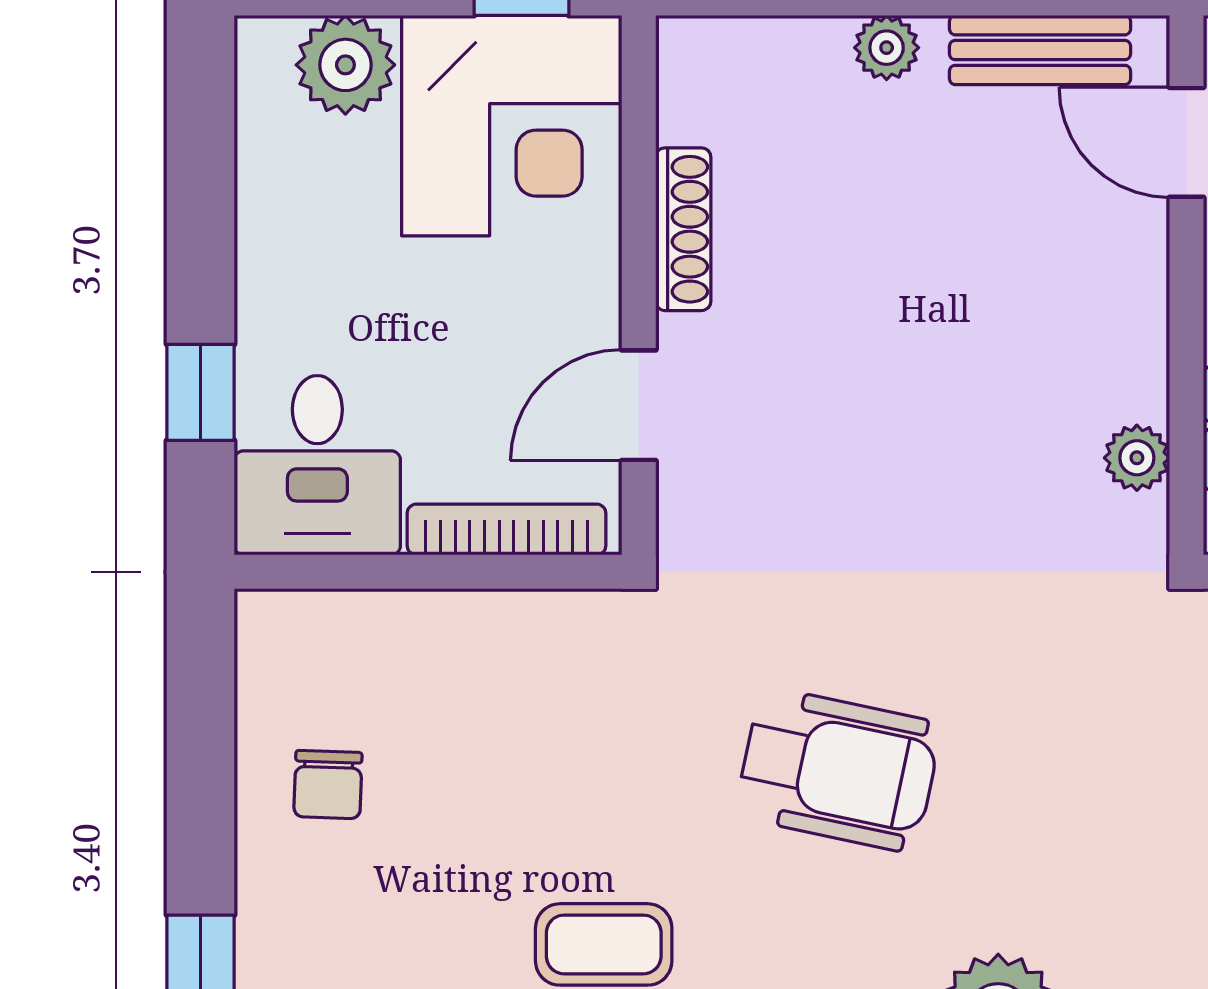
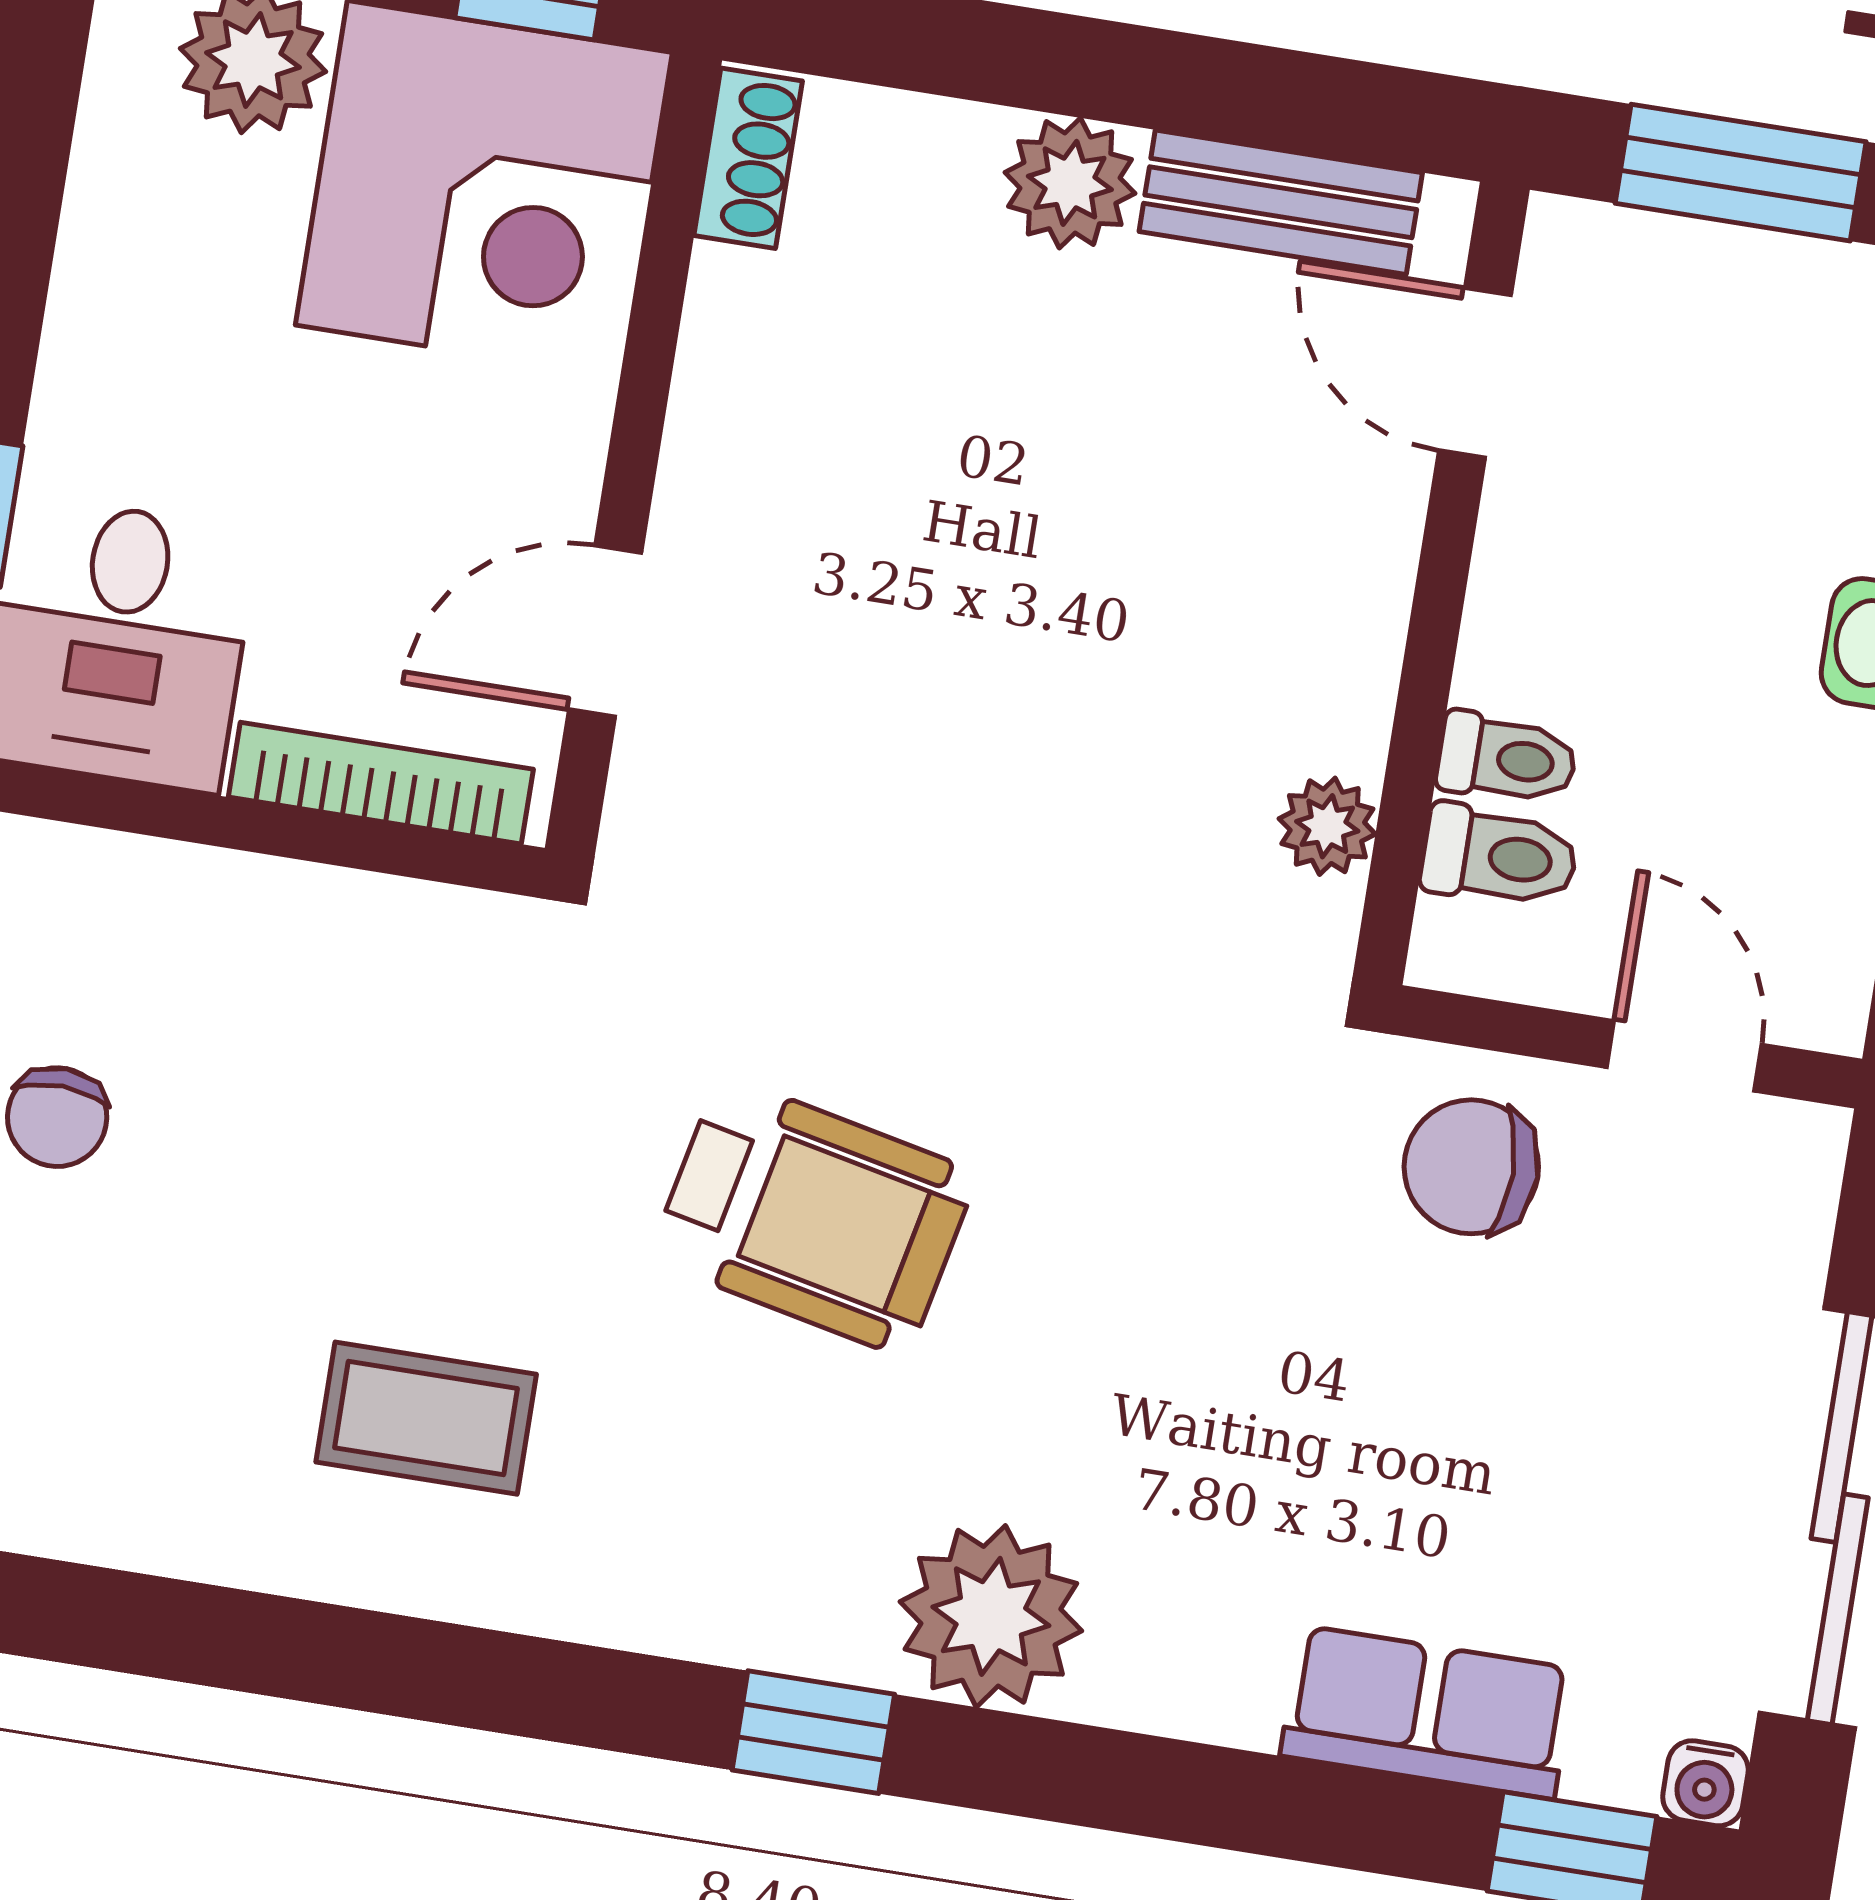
plant: (887, 48) -> (1070, 183), width x1.38, depth x1.38
shoe rack: (683, 229) -> (748, 158), moved, width x0.70

